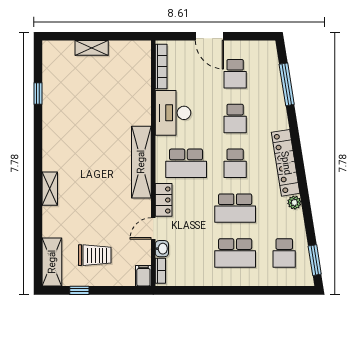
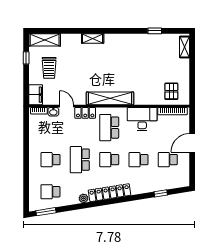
shelving: (92, 48) -> (185, 47), moved
pallet: (130, 68) -> (171, 91), added
window: (287, 84) -> (161, 193), width x0.46
school desk: (235, 253) -> (51, 160), width x0.54
filing cabinet: (143, 276) -> (36, 95), width x2.00

